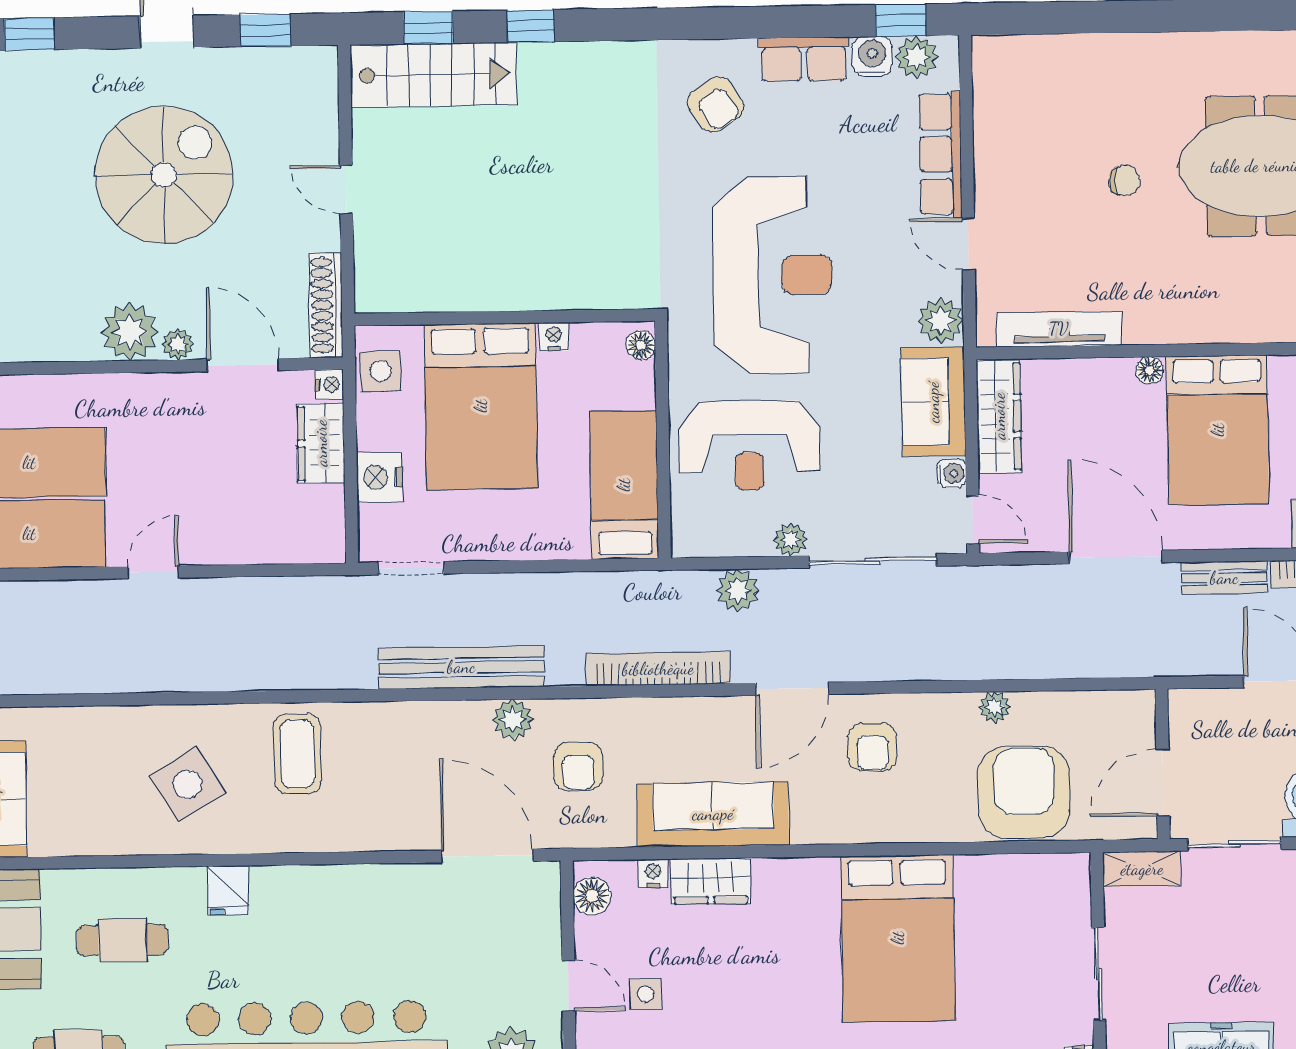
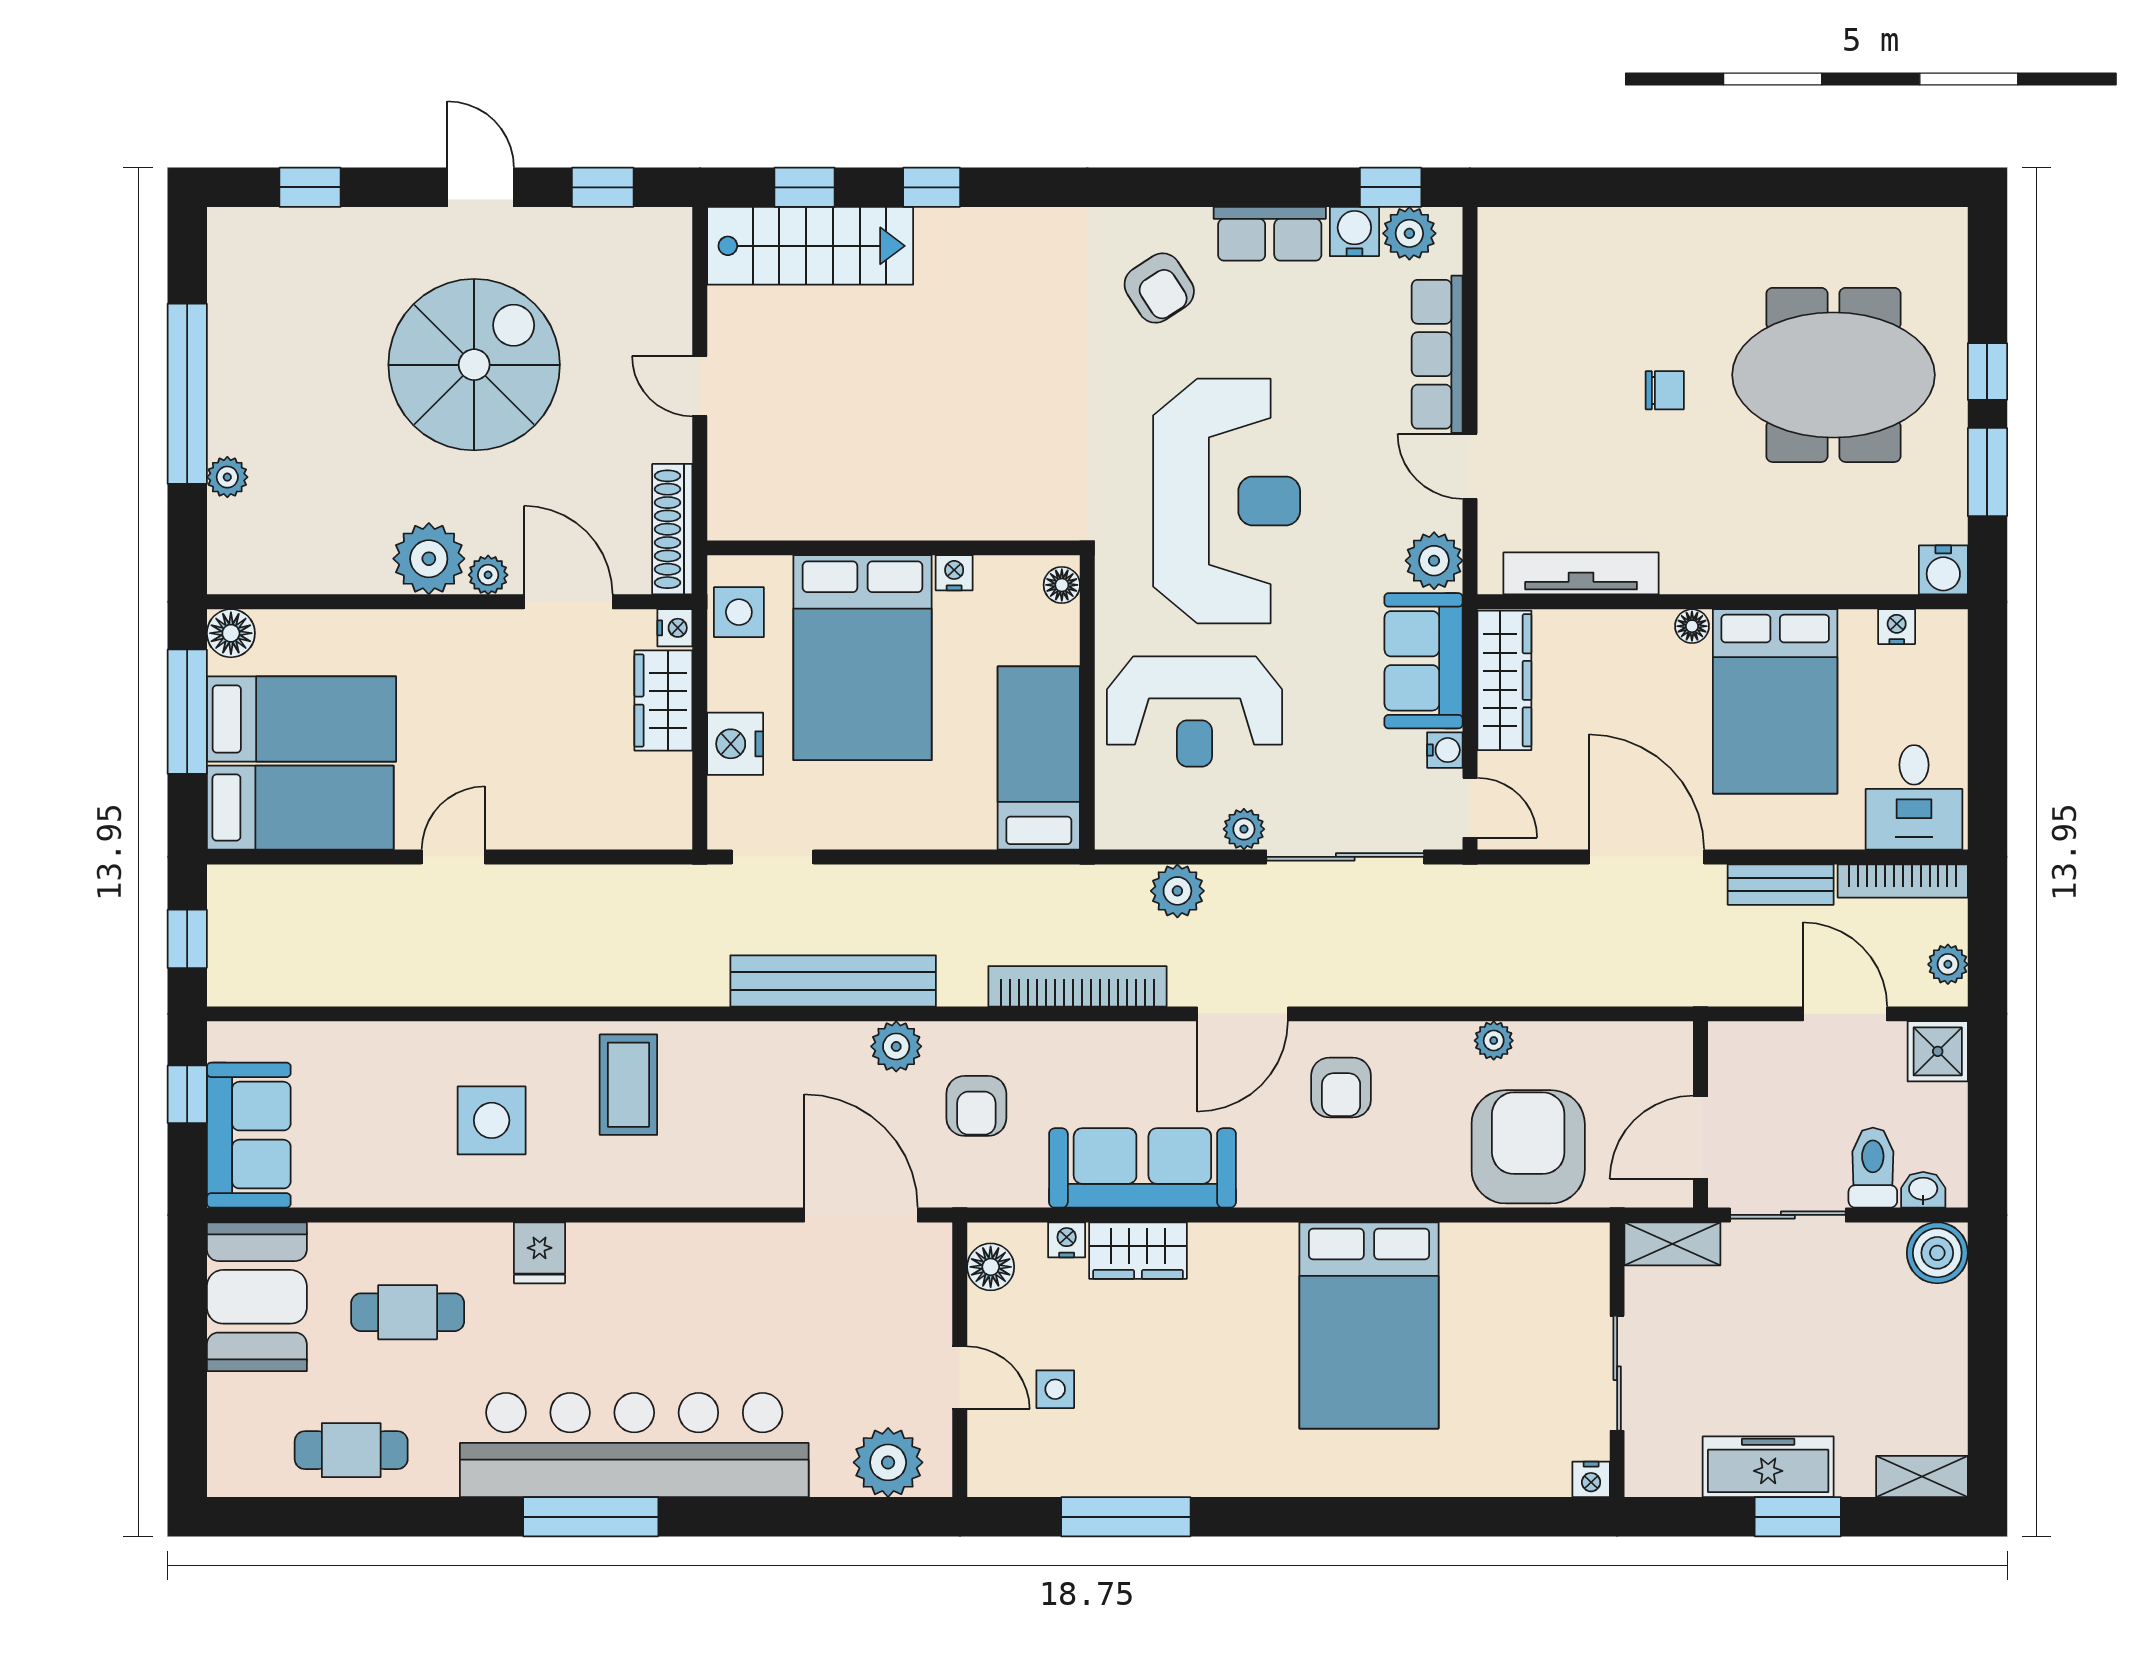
side table: (188, 784) -> (492, 1120), turned 31

